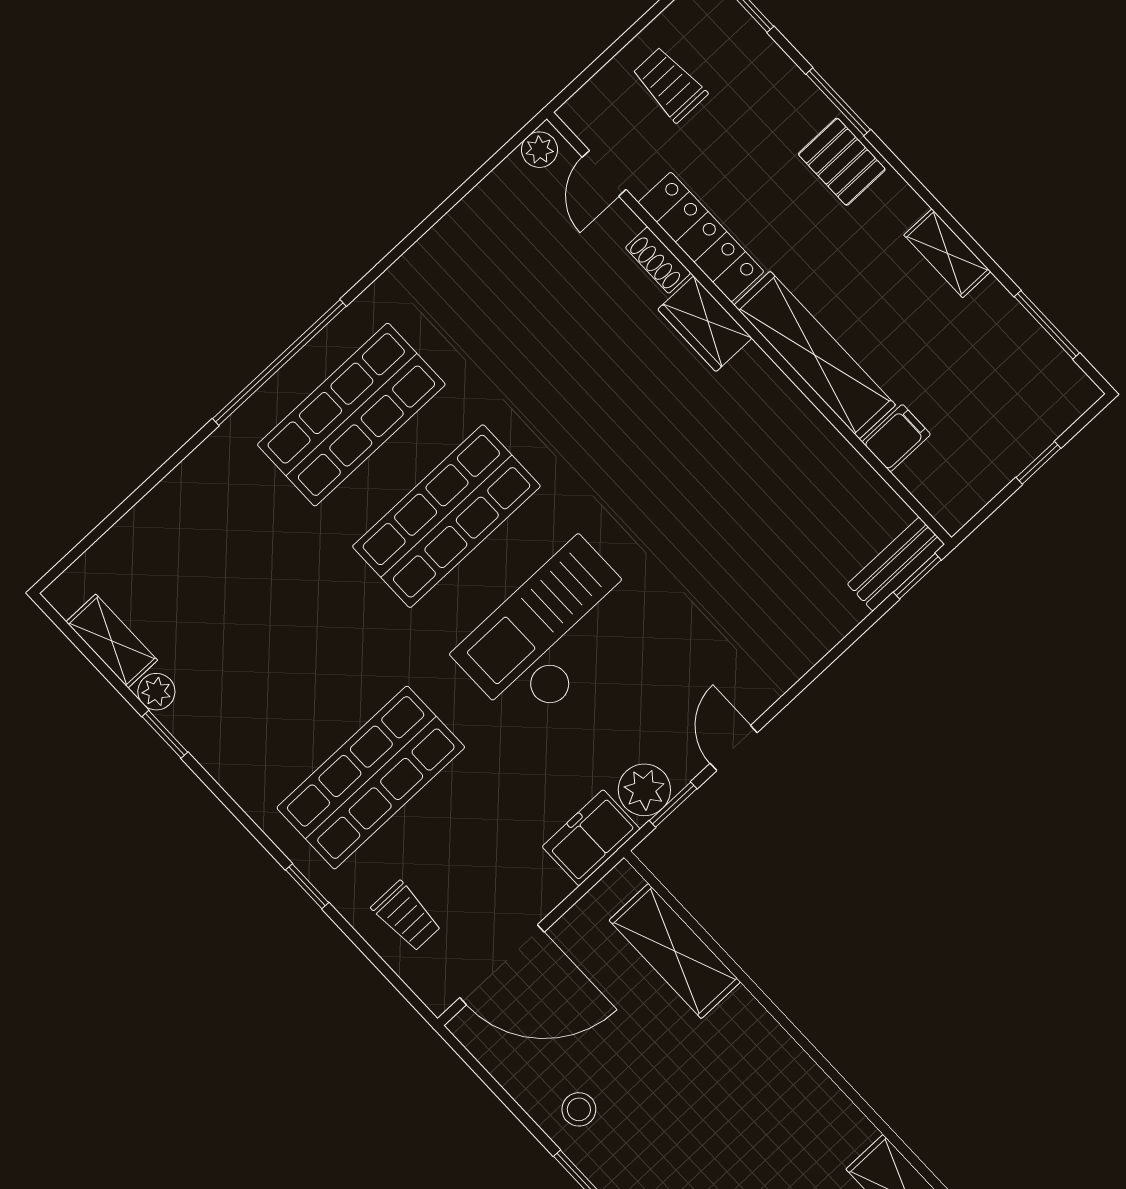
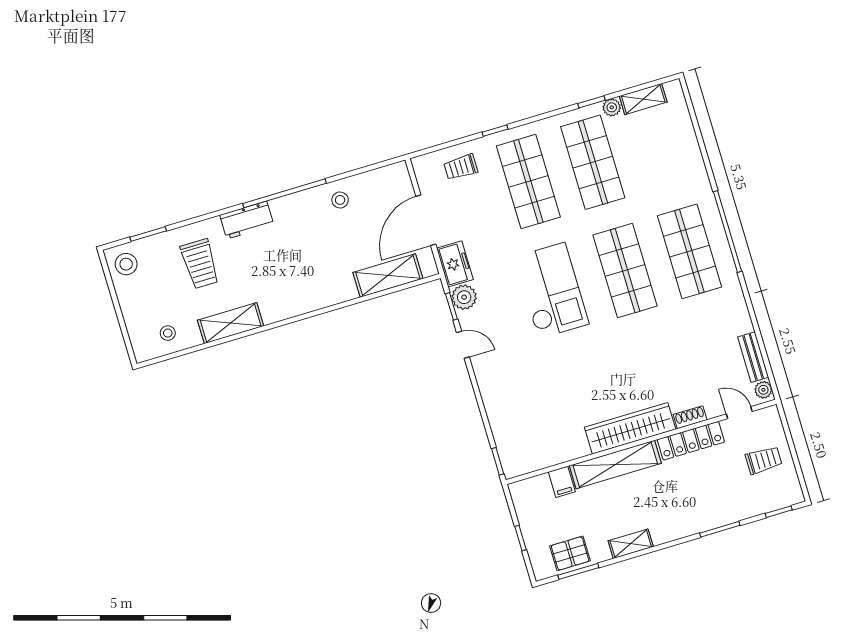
pallet: (842, 162) -> (570, 553), moved
wardrobe: (705, 324) -> (630, 428), width x2.10, depth x1.17
bench: (896, 564) -> (753, 357), moved
shop shelf: (276, 676) -> (593, 162), added
door: (502, 965) -> (426, 220), moved

